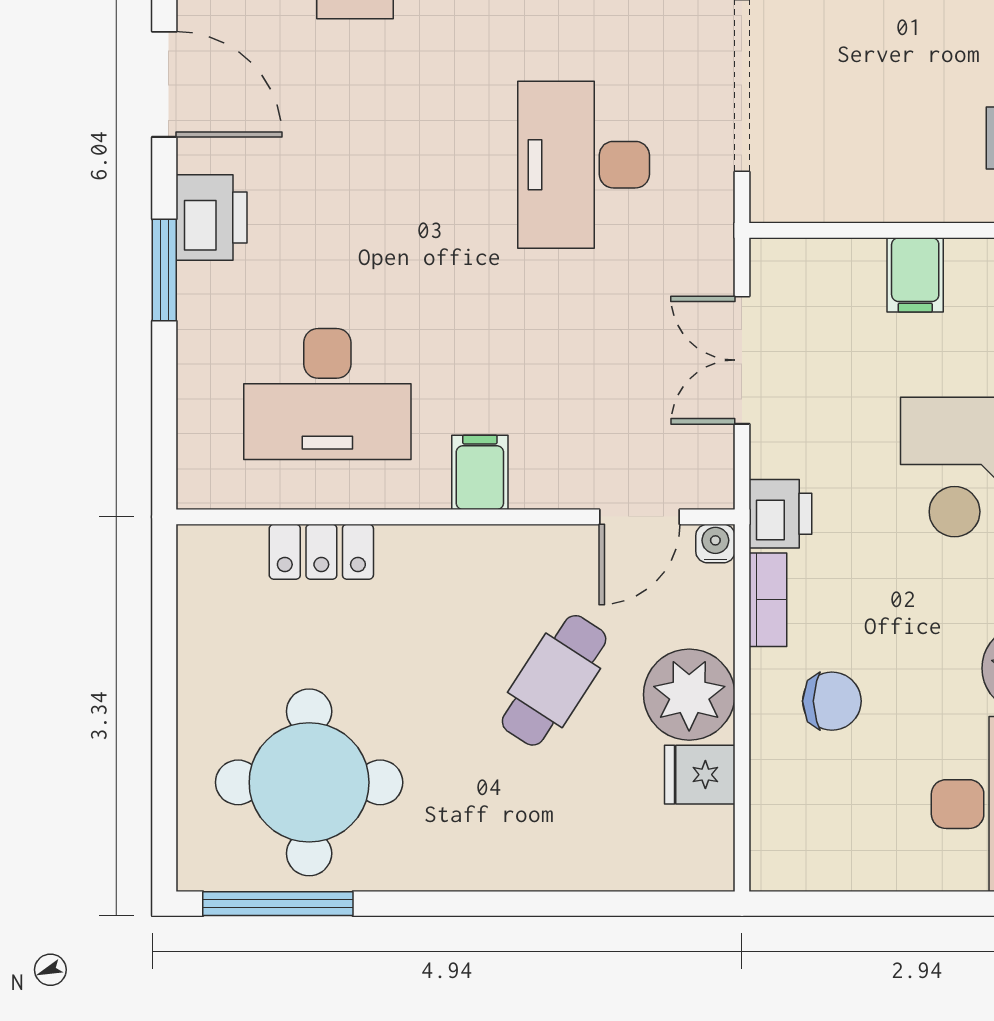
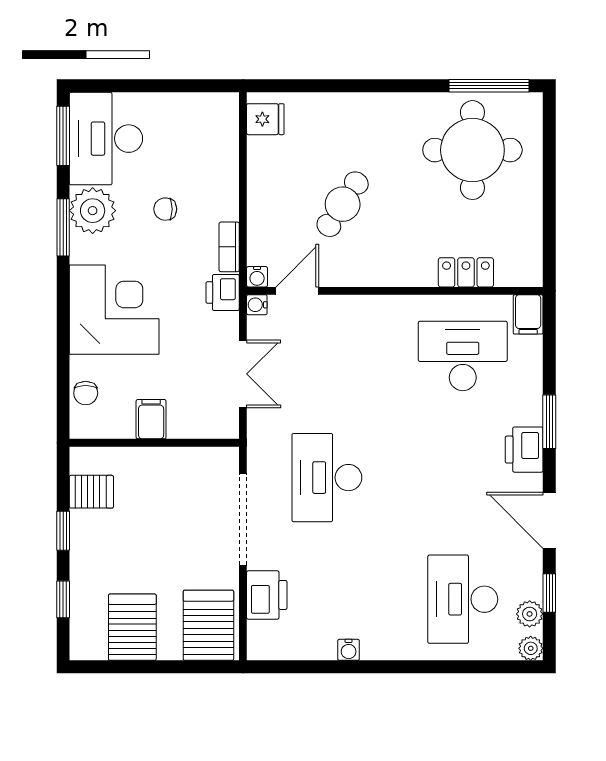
desk: (584, 165) -> (327, 478), turned 180
filing cabinet: (480, 472) -> (528, 314), moved
water cooler: (716, 491) -> (257, 305), added
plant: (689, 695) -> (271, 197), removed
chair: (832, 701) -> (165, 209), moved, width x0.73, depth x0.73
fridge: (700, 775) -> (265, 119), moved

